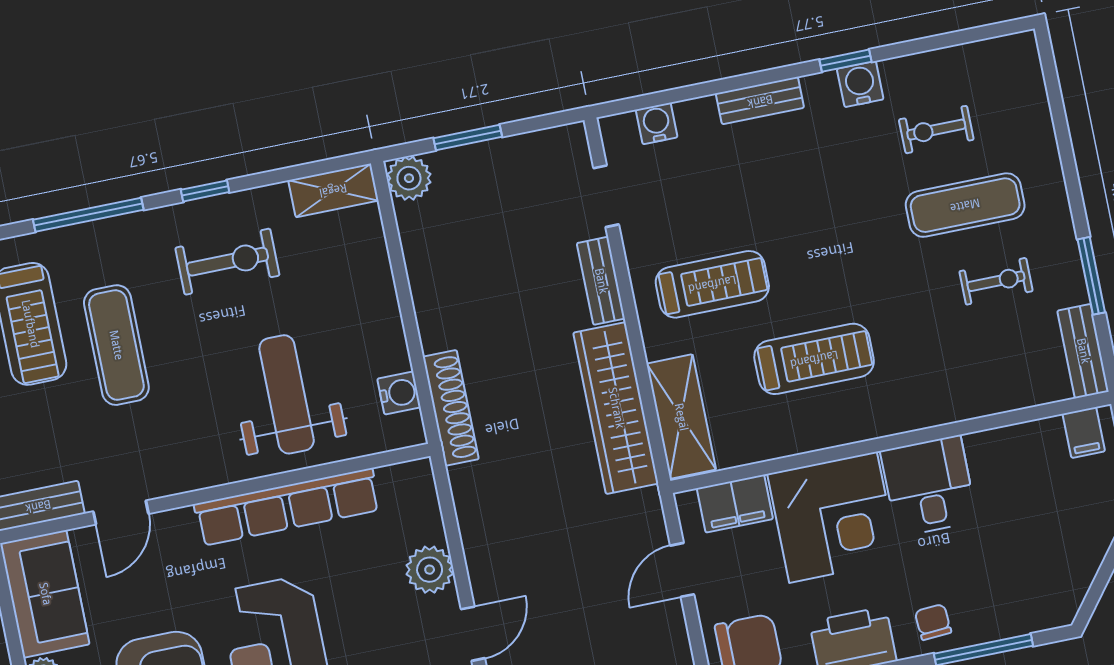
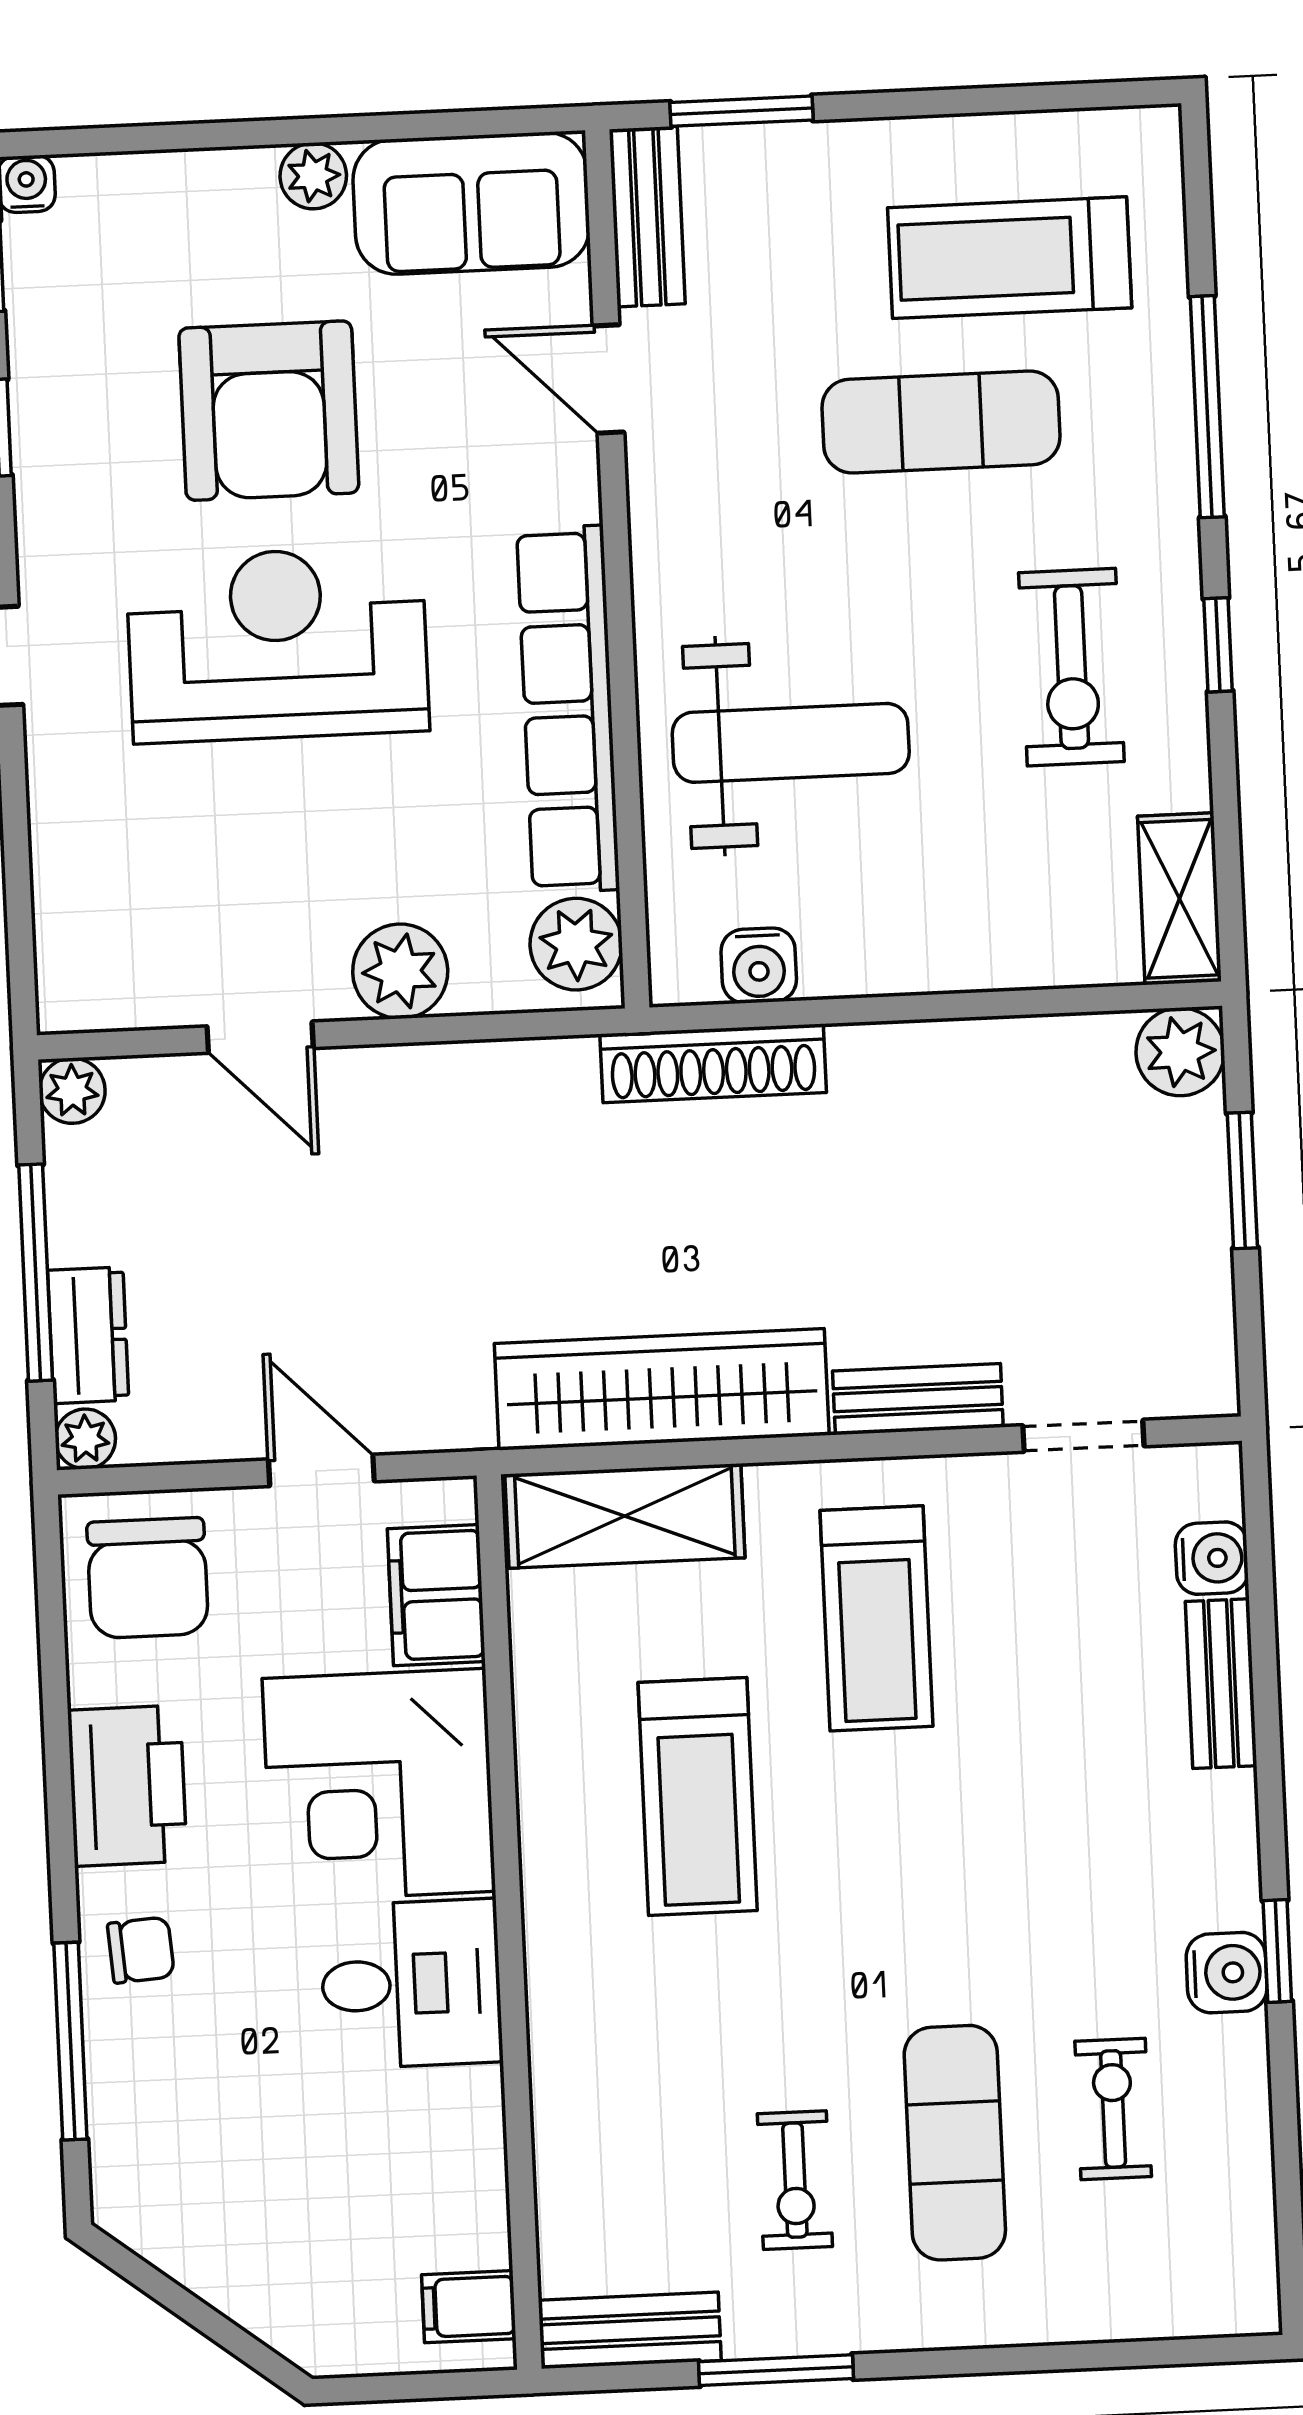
bench: (760, 101) -> (1221, 1684), moved
plant: (403, 485) -> (576, 944), added

